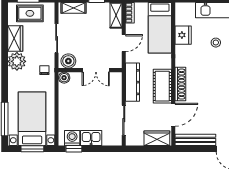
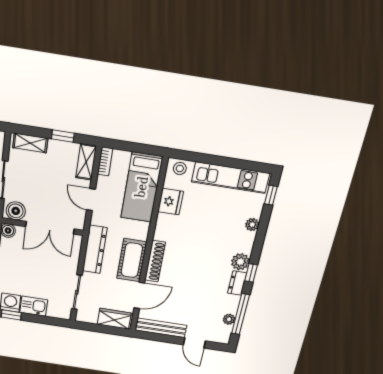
door: (124, 43) -> (91, 200), swing flipped
stool: (216, 43) -> (180, 168), moved
double door: (96, 70) -> (50, 228), width x1.37

